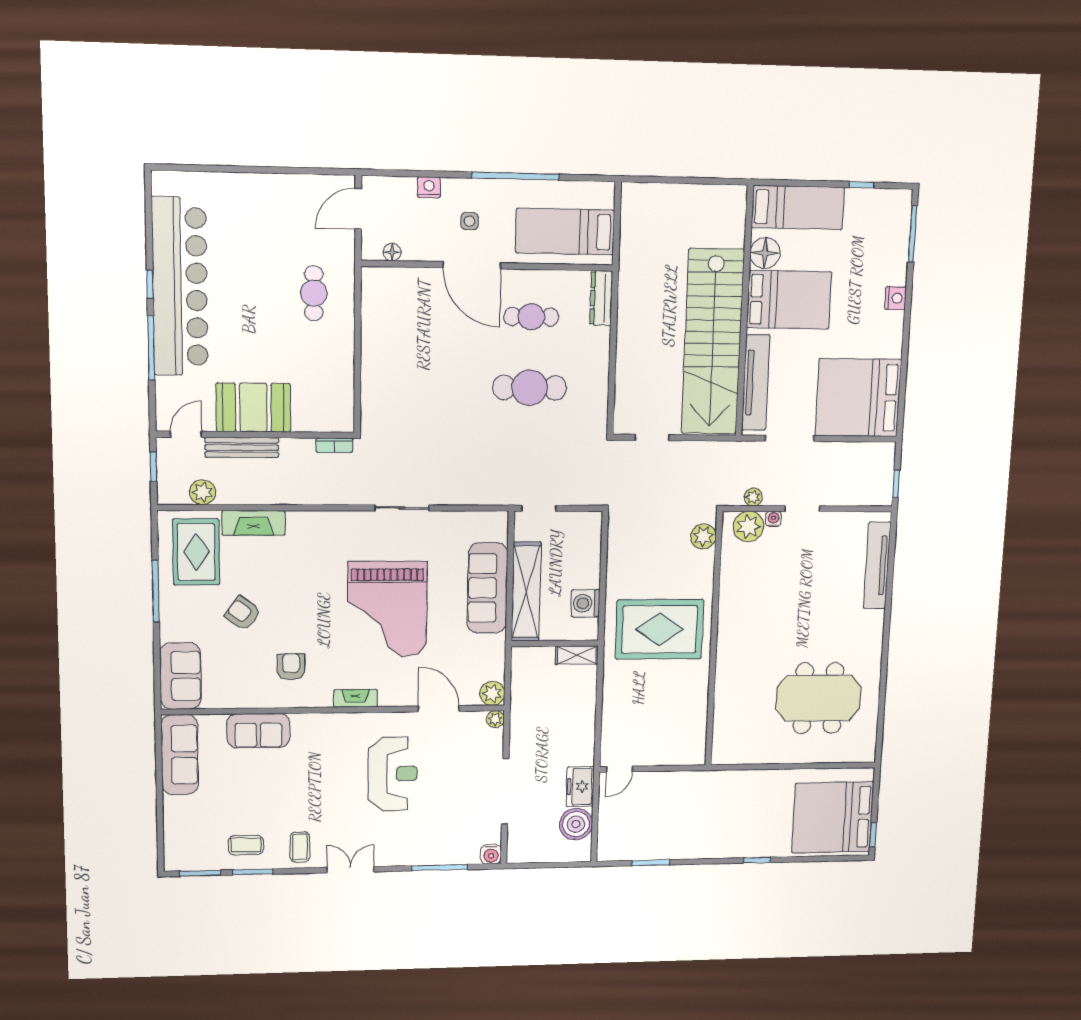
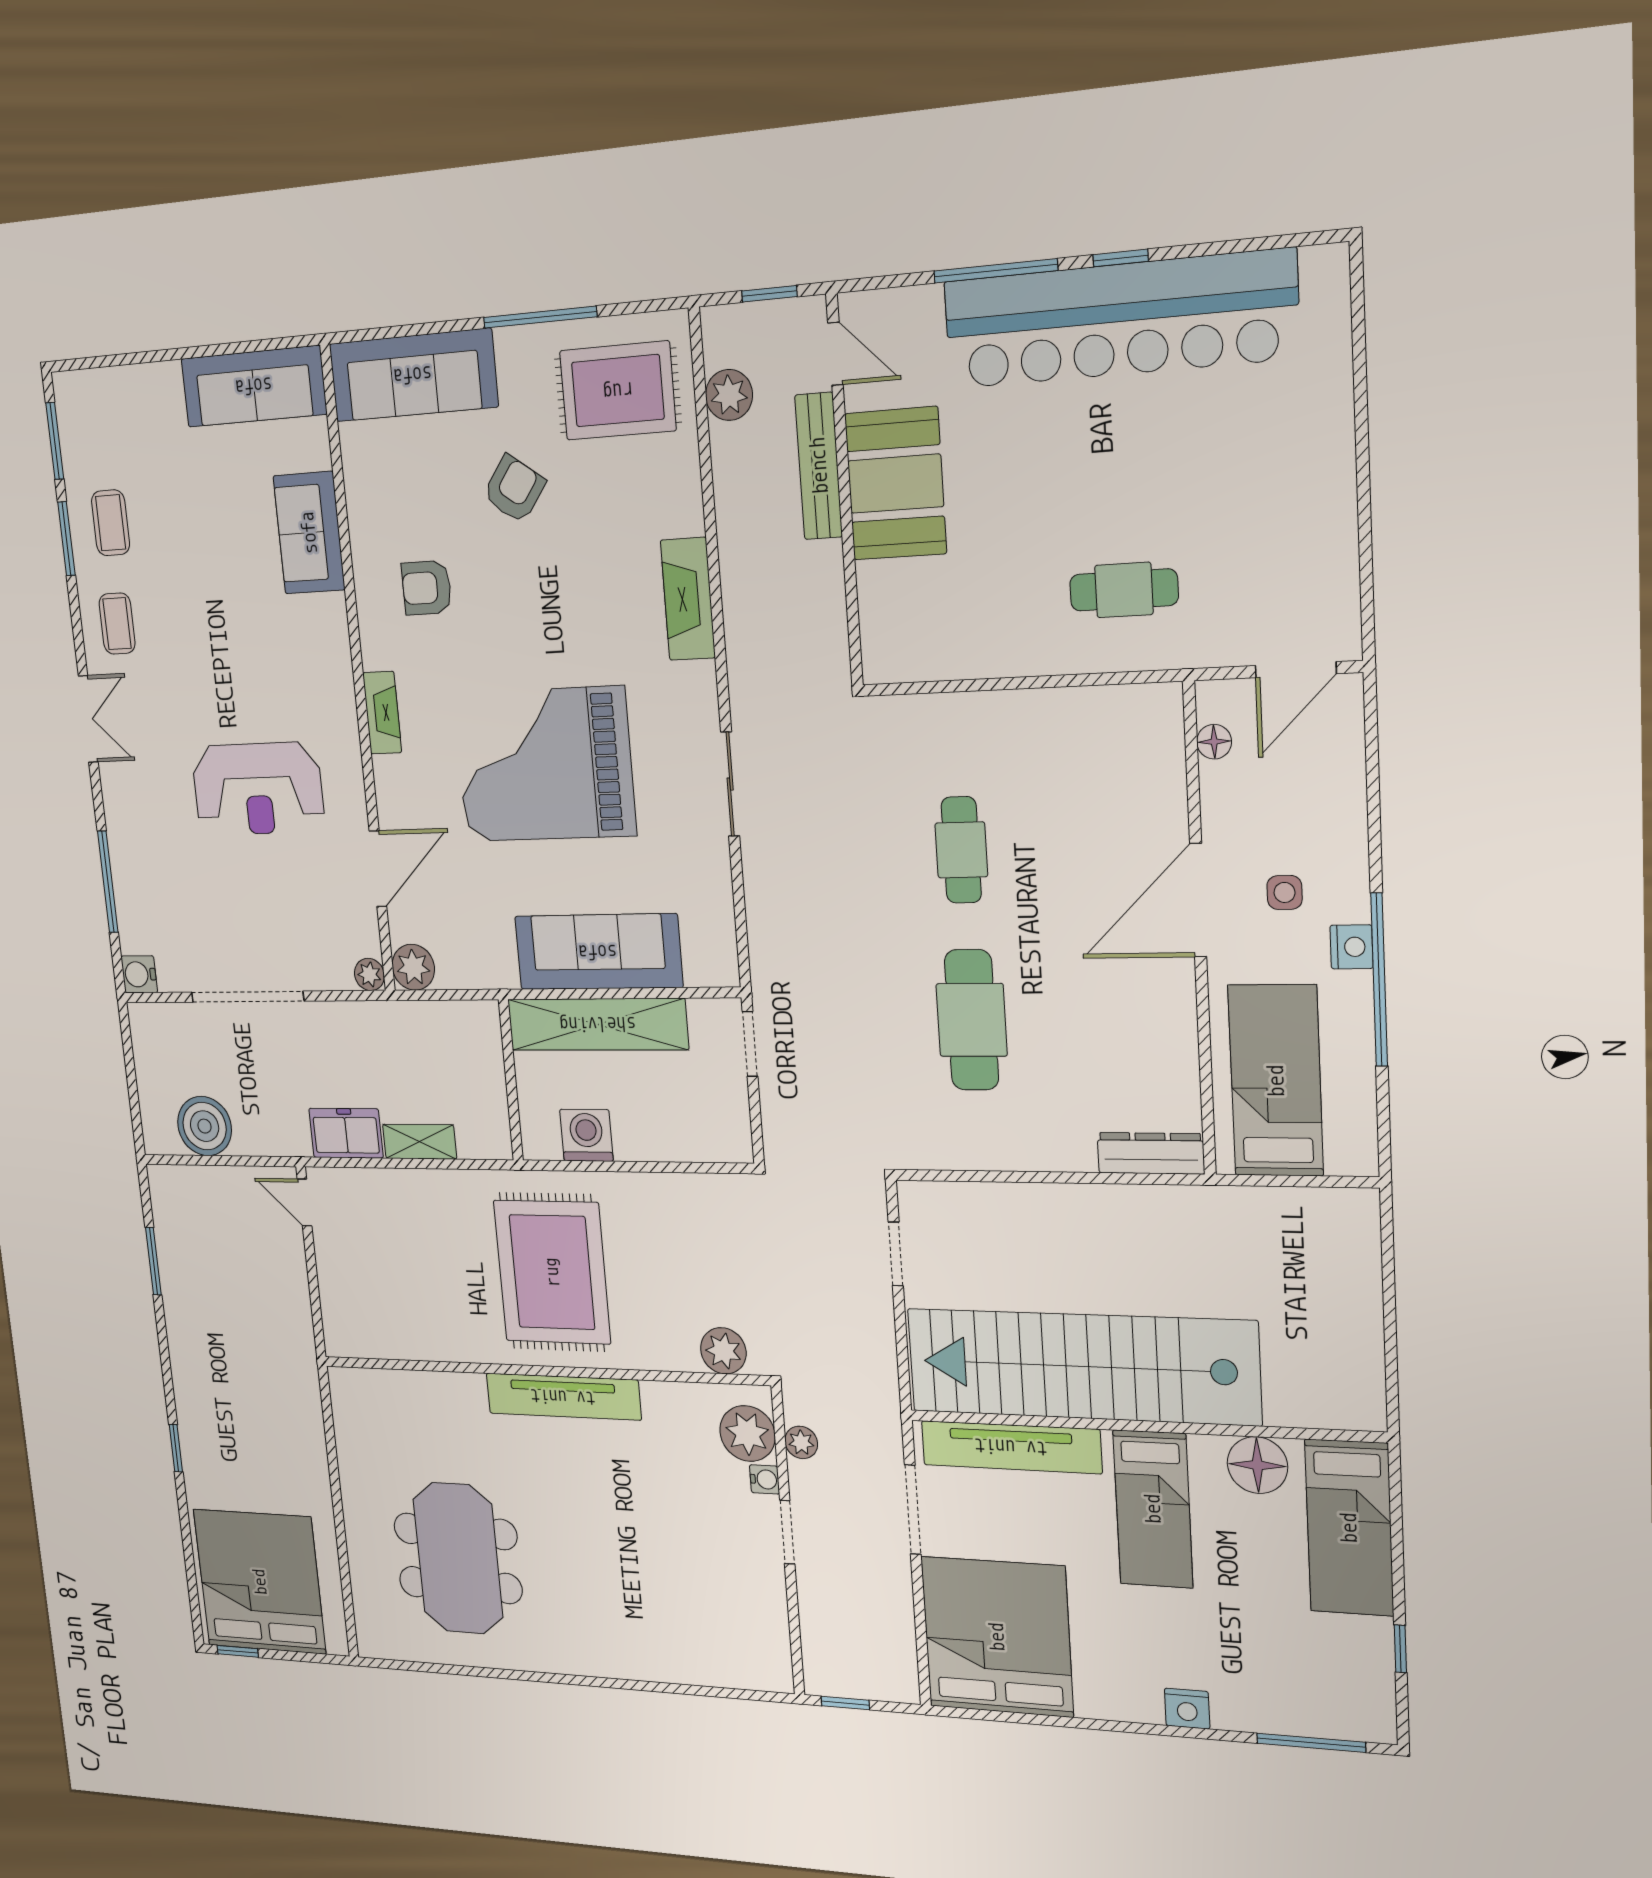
nightstand: (429, 187) -> (1351, 947), moved
door: (358, 209) -> (1296, 670), swing flipped
bed: (789, 300) -> (1153, 1509), width x0.67
cafe table: (531, 317) -> (961, 850), moved
bookcase: (334, 445) -> (836, 647), removed
fireplace: (254, 523) -> (688, 599), moved
tv unit: (877, 565) -> (563, 1397), moved, turned 180
shelving: (577, 655) -> (420, 1142), moved, turned 90
armchair: (291, 667) -> (427, 588), turned 180
sofa: (180, 676) -> (413, 375), width x1.36
freezer: (580, 787) -> (346, 1133), moved
coffee table: (300, 847) -> (117, 624), turned 90

